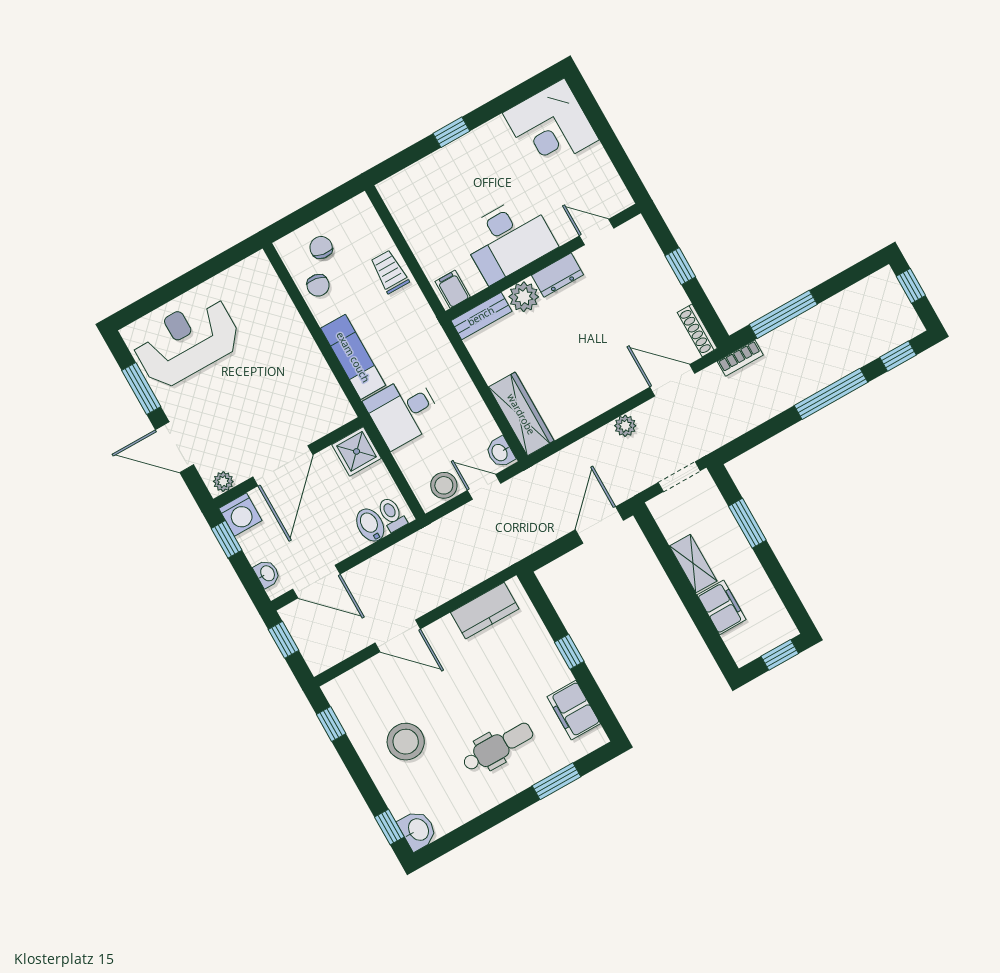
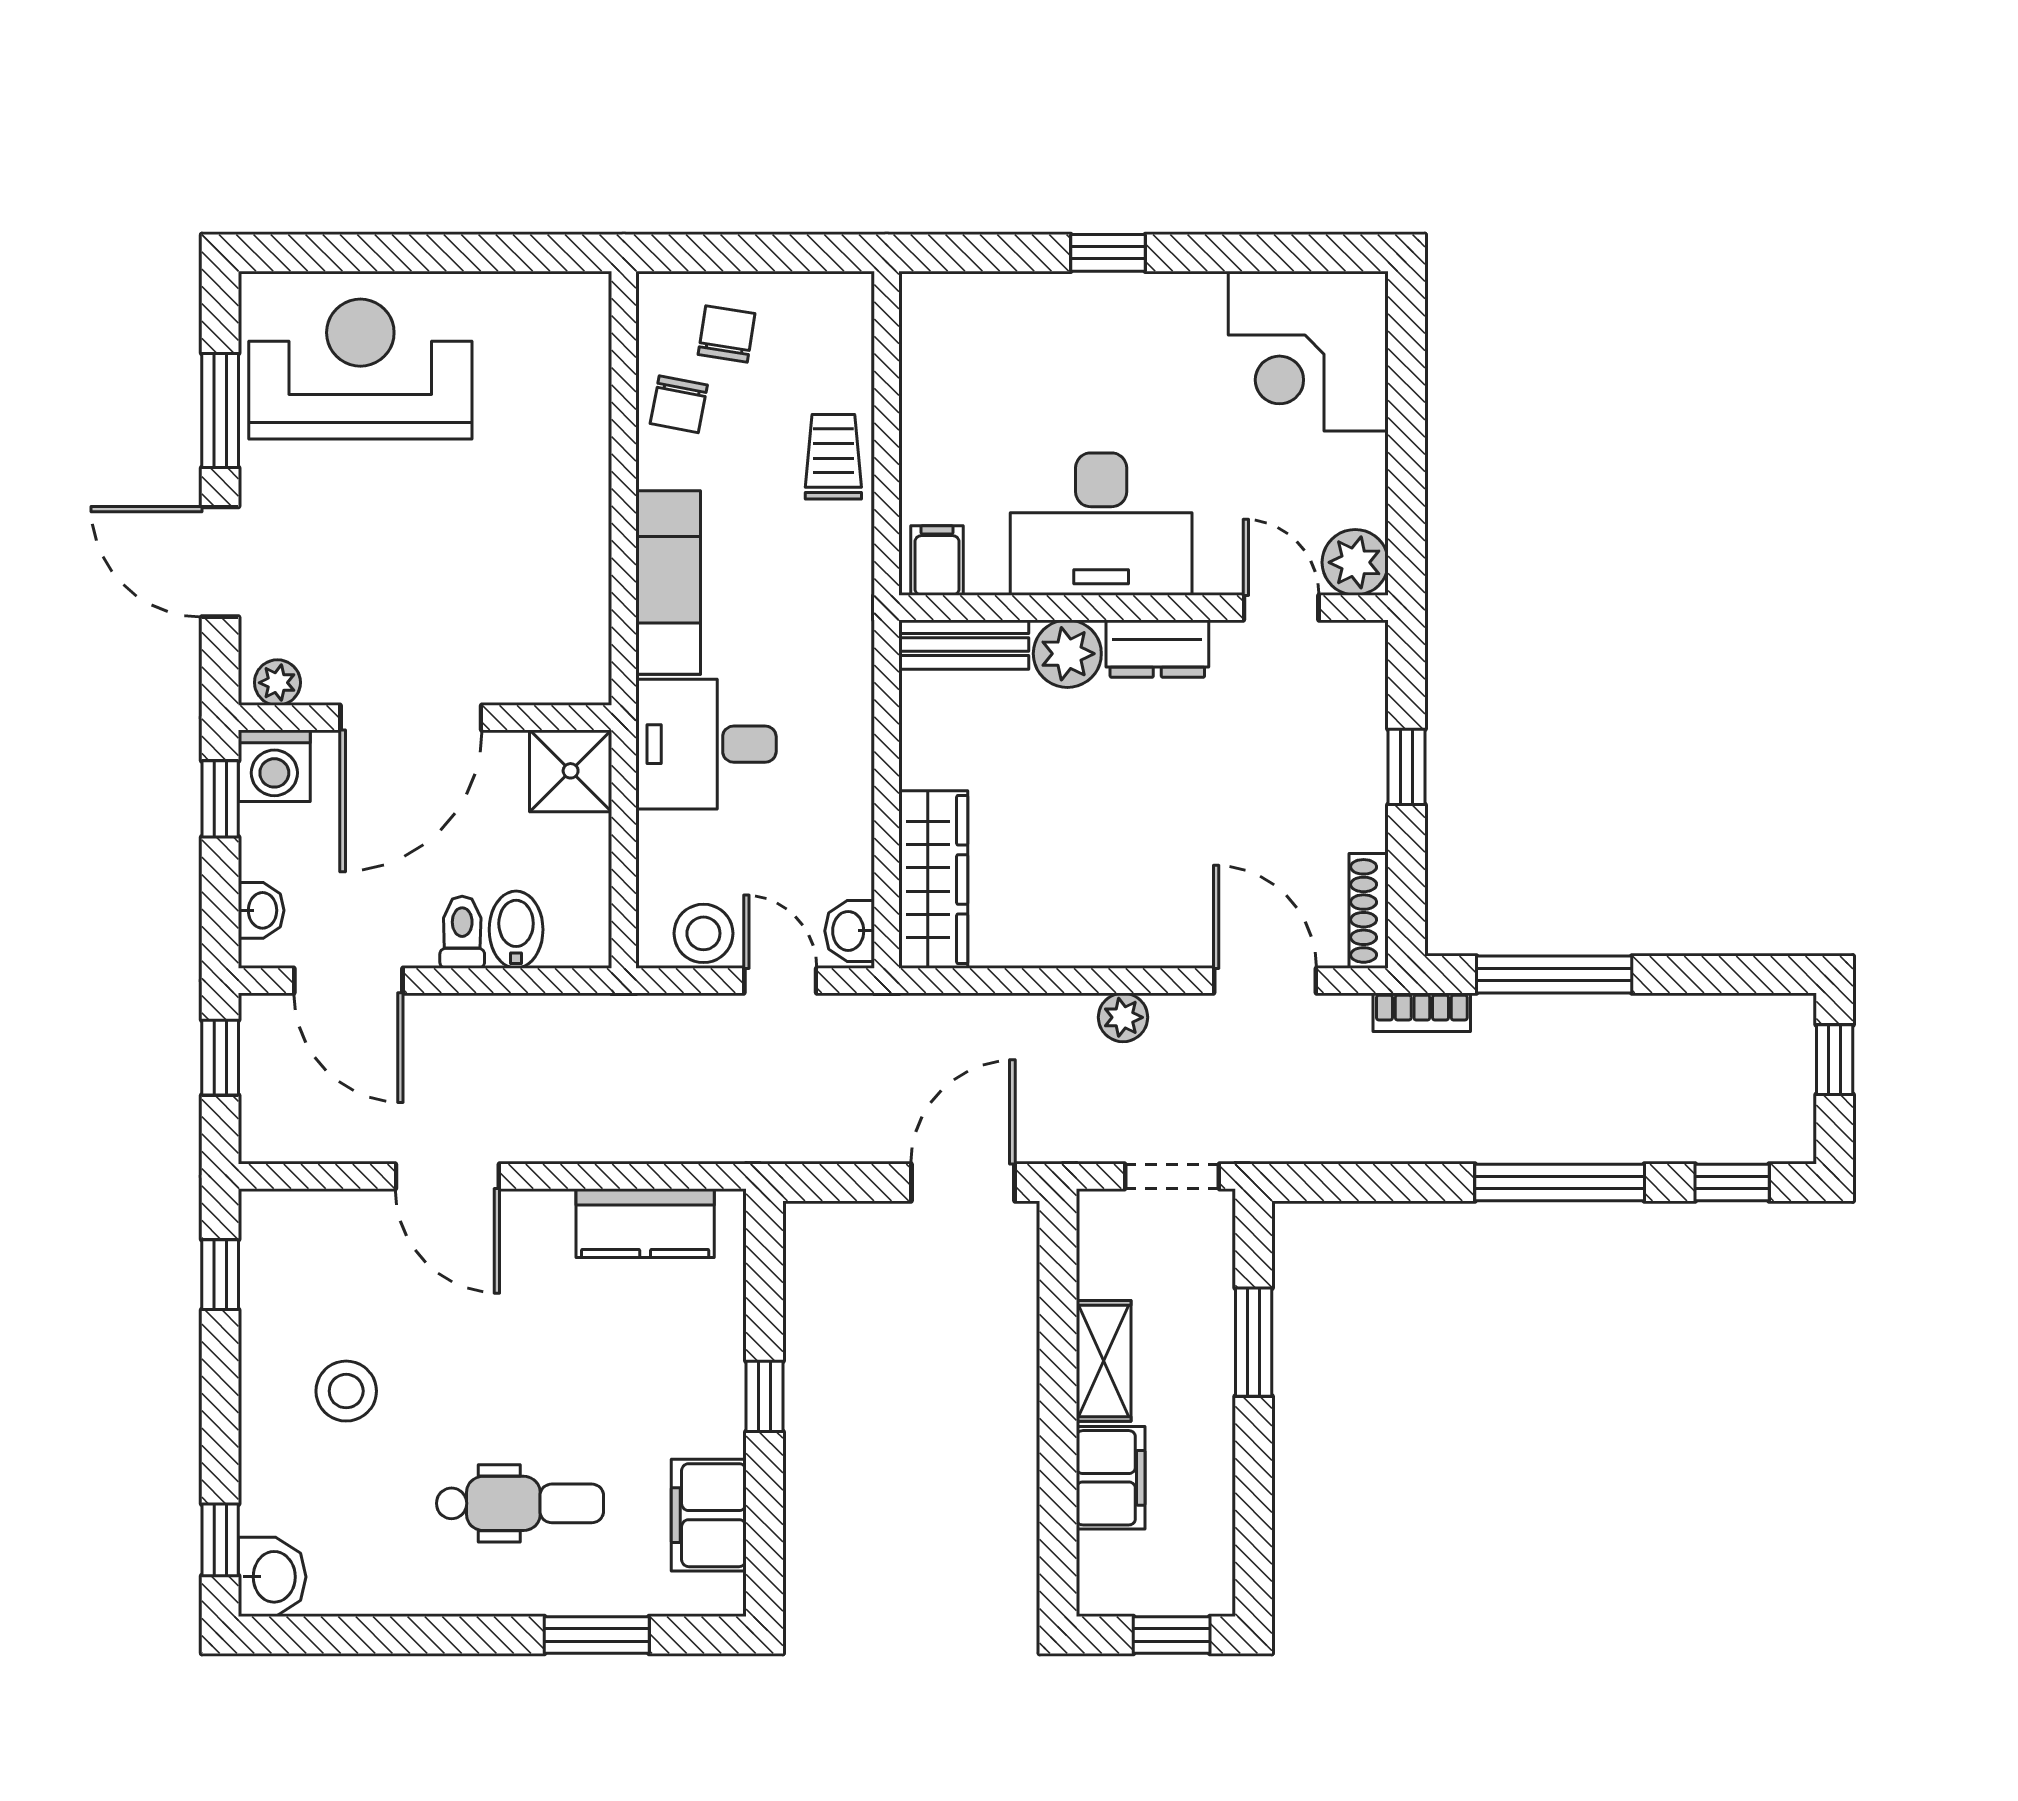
plant: (615, 198) -> (1355, 562), added
toilet: (392, 514) -> (462, 932), moved
stool: (406, 742) -> (346, 1391), width x0.73, depth x0.73

